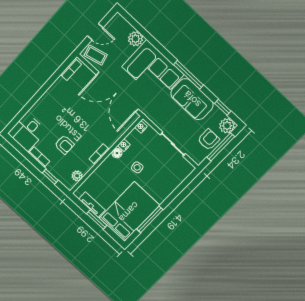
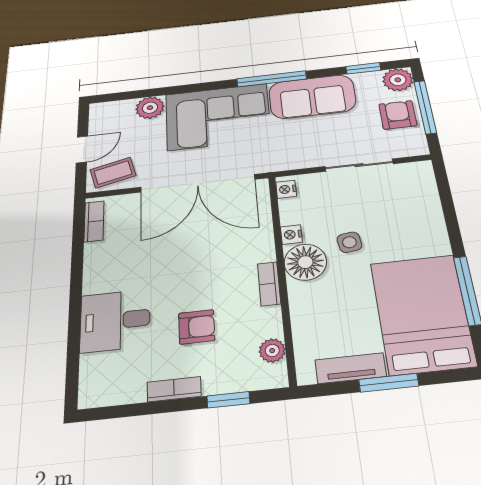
desk: (27, 132) -> (115, 321), moved, turned 90
floor lamp: (117, 153) -> (305, 262), width x1.89, depth x1.89

